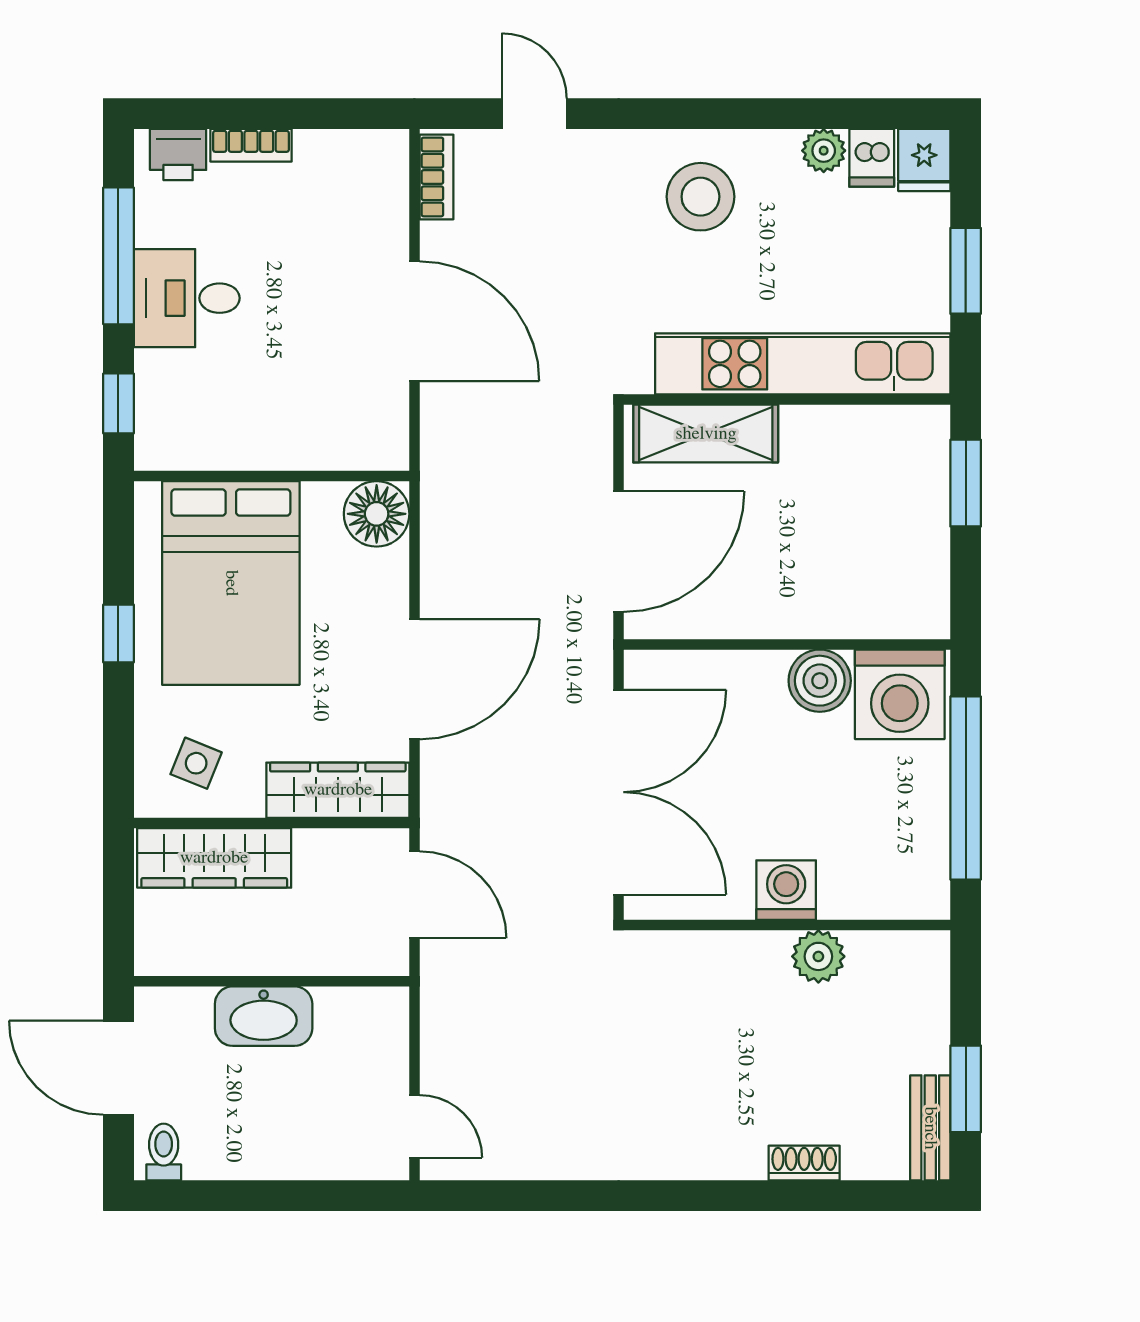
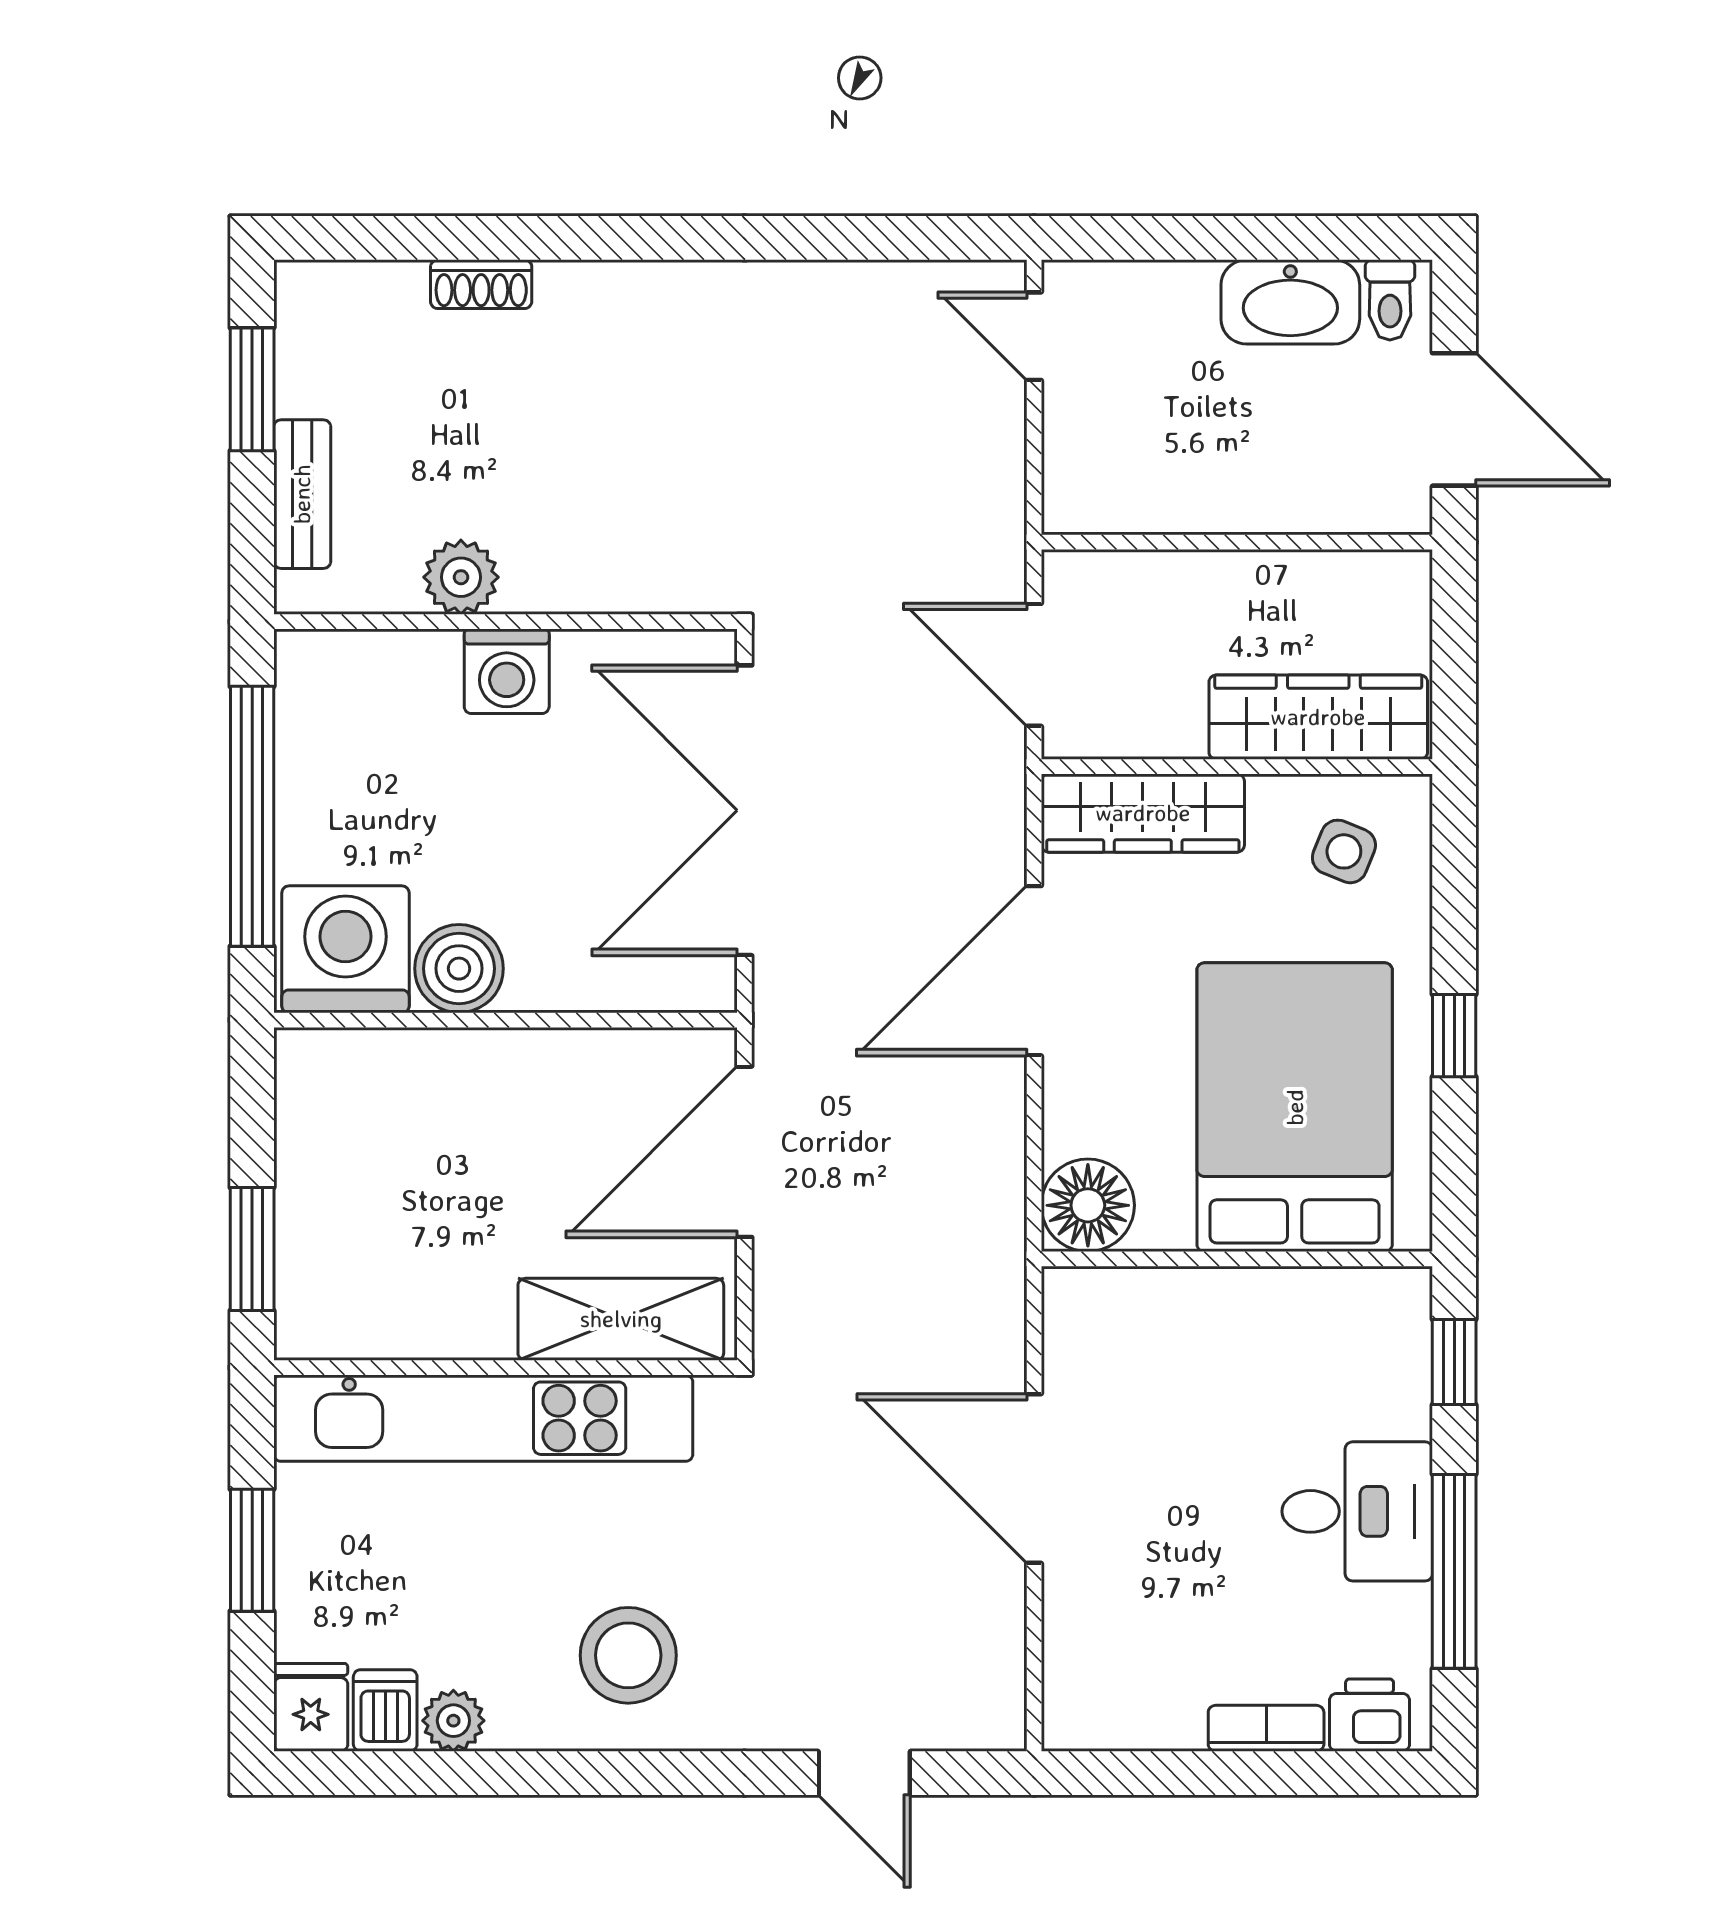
bookcase: (436, 177) -> (1003, 1683), removed
washbasin: (264, 1016) -> (1290, 302), moved, turned 180
bench: (930, 1128) -> (302, 494), moved

